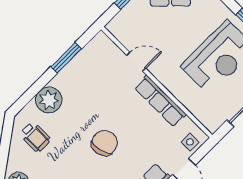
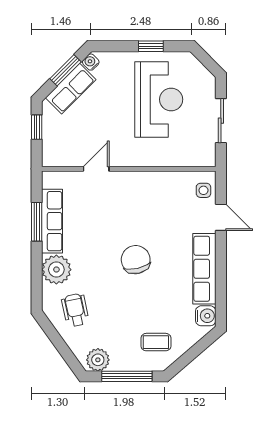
row of seats: (160, 101) -> (52, 221), moved, turned -90
wheelchair: (35, 137) -> (75, 310), turned -102

